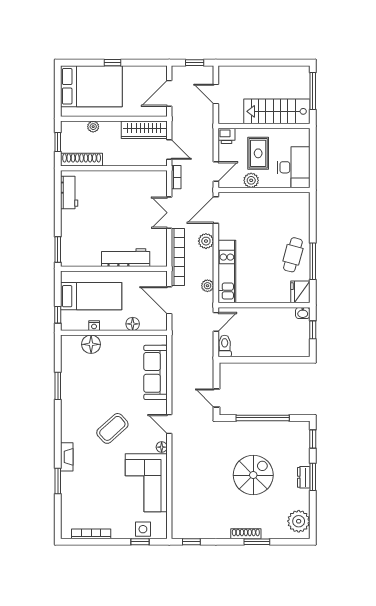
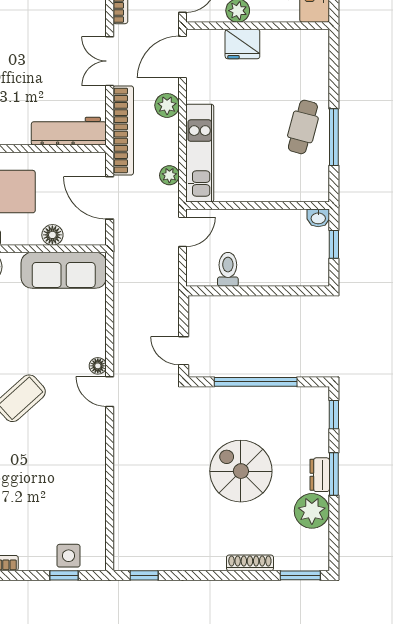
workbench: (126, 258) -> (69, 131), moved
fridge: (300, 292) -> (242, 44), moved, turned -90
toilet: (225, 346) -> (228, 269), moved
sofa: (155, 372) -> (64, 270), moved, turned -90
floor lamp: (162, 447) -> (98, 366), moved
spiral stairs: (253, 475) -> (241, 471), turned -90
corner sofa: (146, 483) -> (74, 483), removed
plant: (299, 521) -> (312, 511), moved
shoe rack: (246, 534) -> (250, 563), moved
window: (257, 542) -> (300, 575), moved

